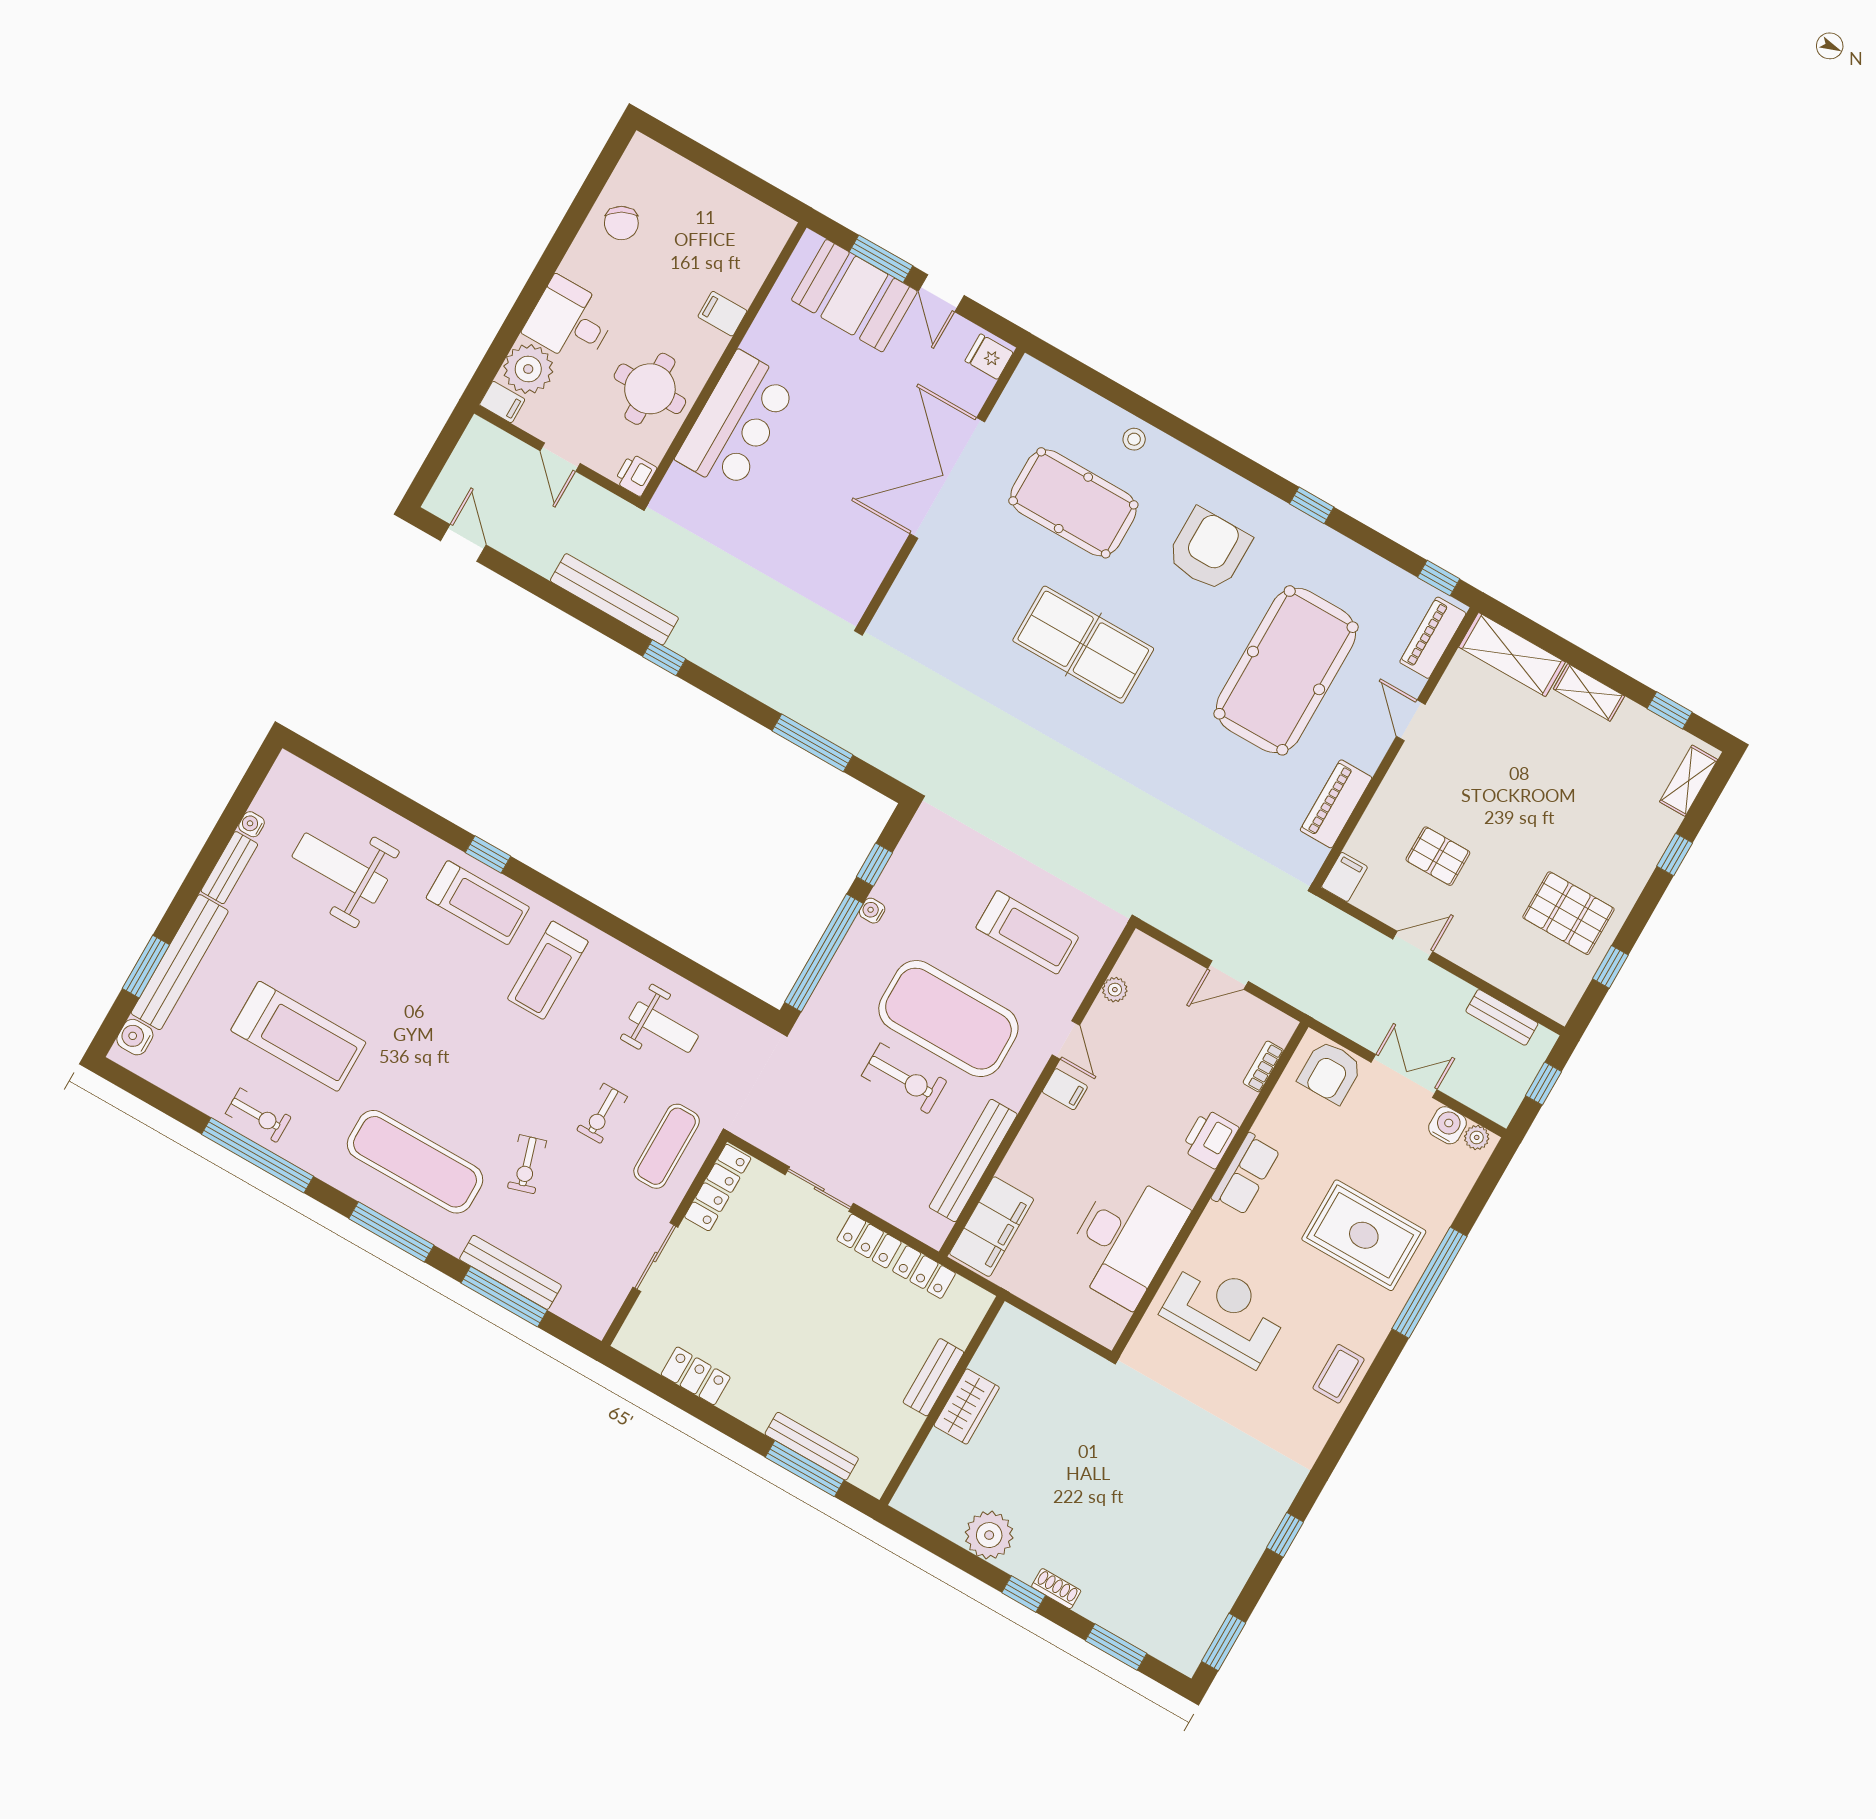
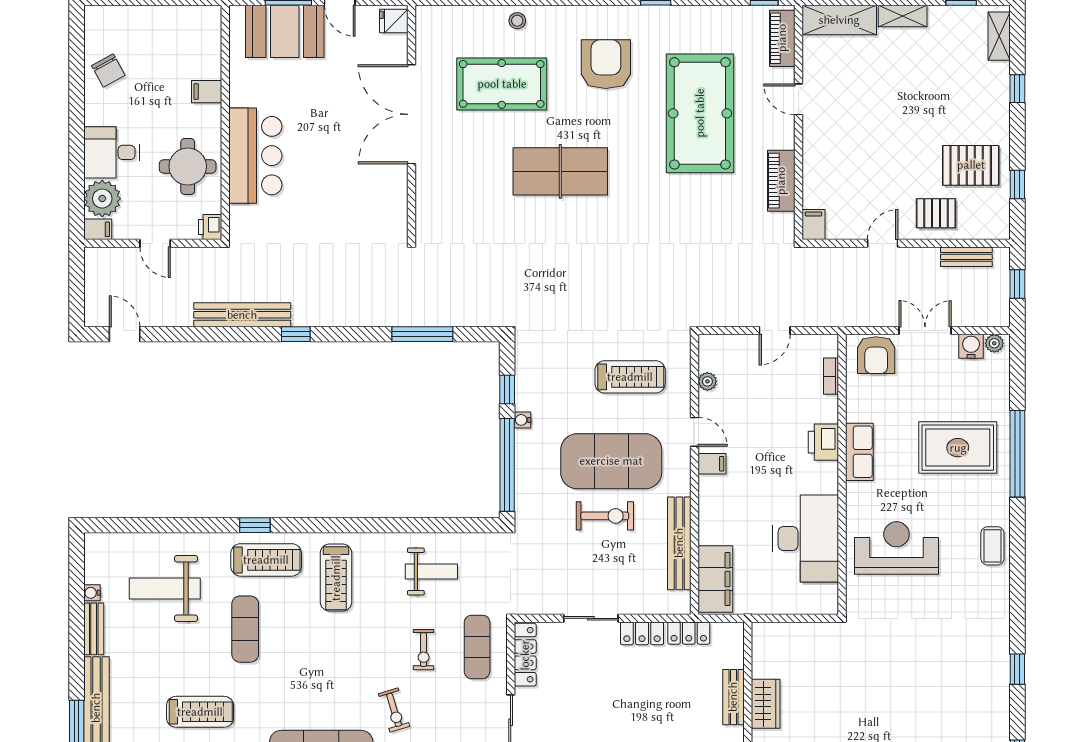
pallet: (1438, 856) -> (936, 213), moved
exercise mat: (407, 970) -> (245, 629), added
treadmill: (298, 1036) -> (200, 712), width x0.73, depth x0.73

